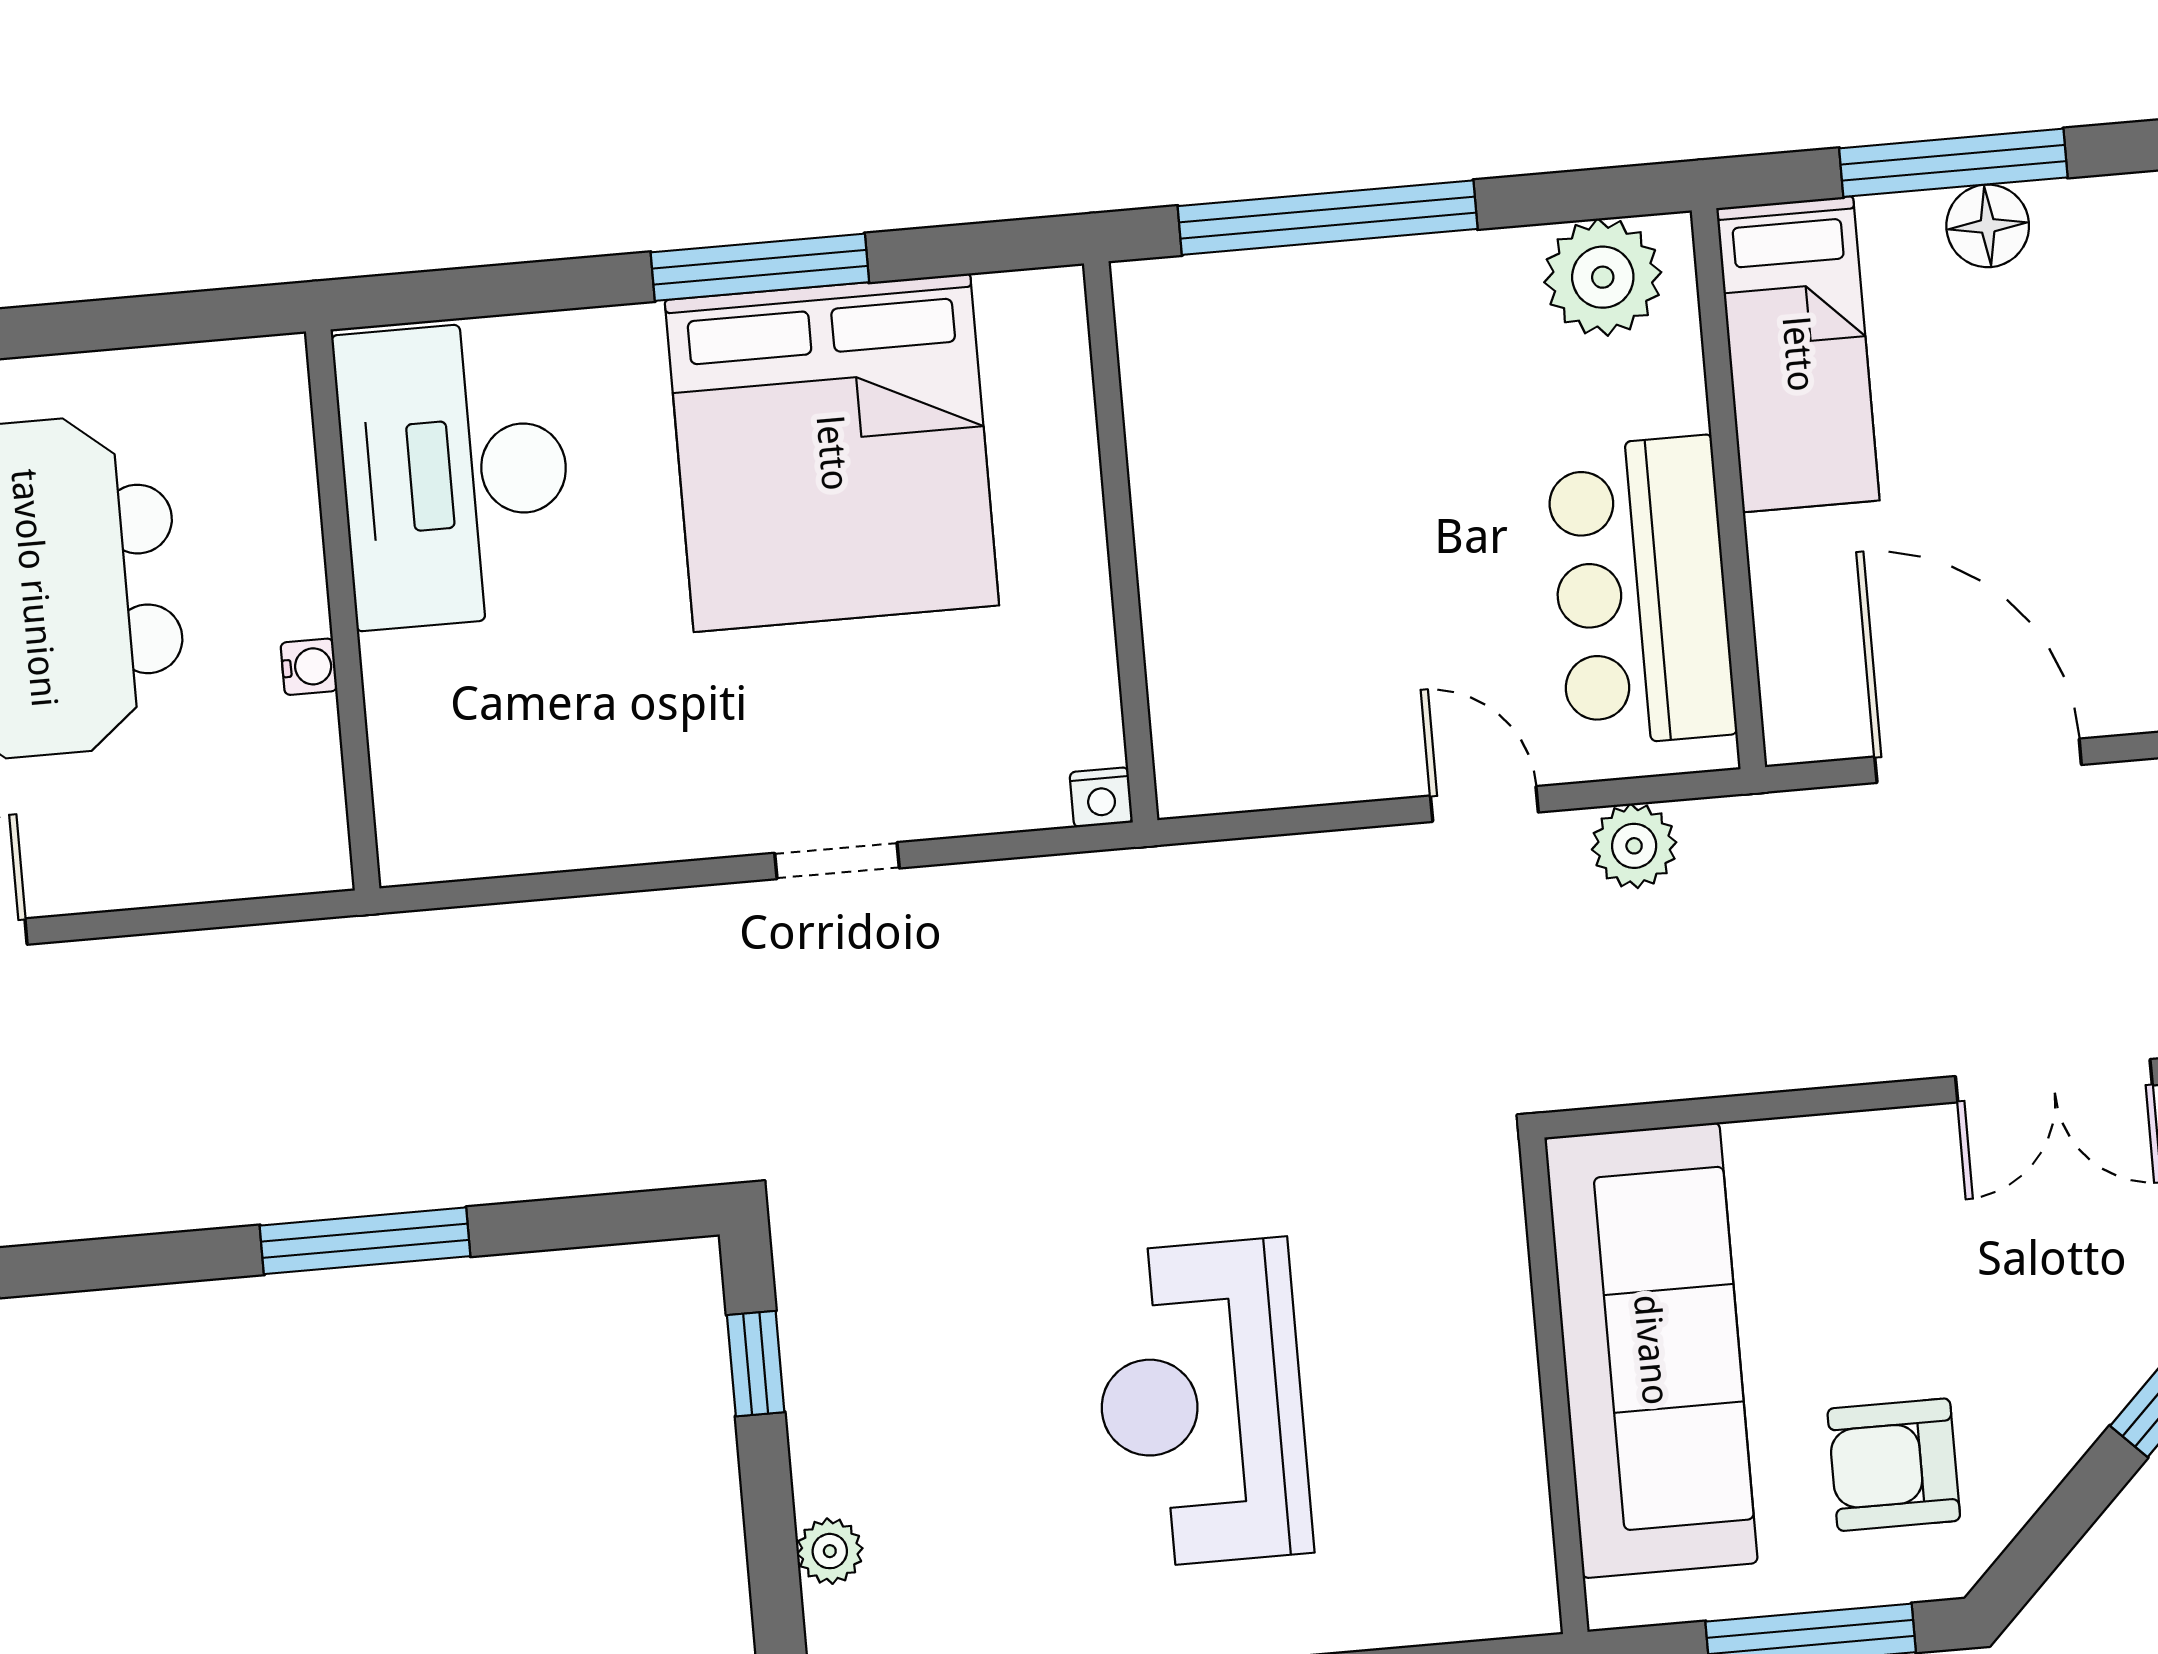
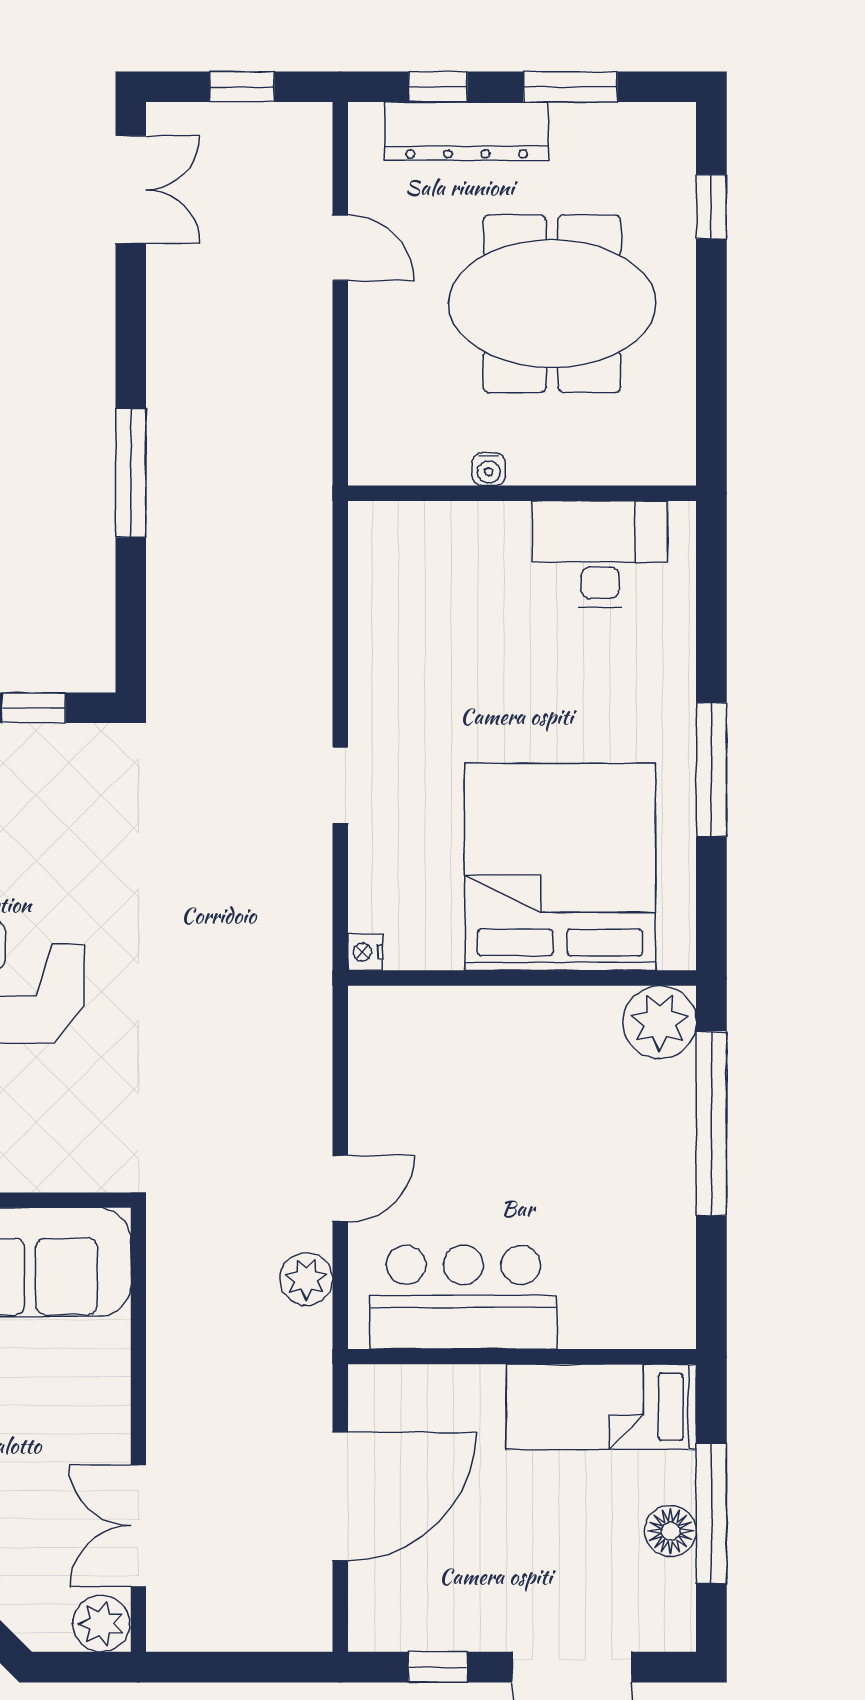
plant: (1603, 277) -> (660, 1022), moved
bed: (832, 453) -> (560, 867), moved, turned 90
desk: (455, 474) -> (600, 554), width x0.73, depth x0.77

